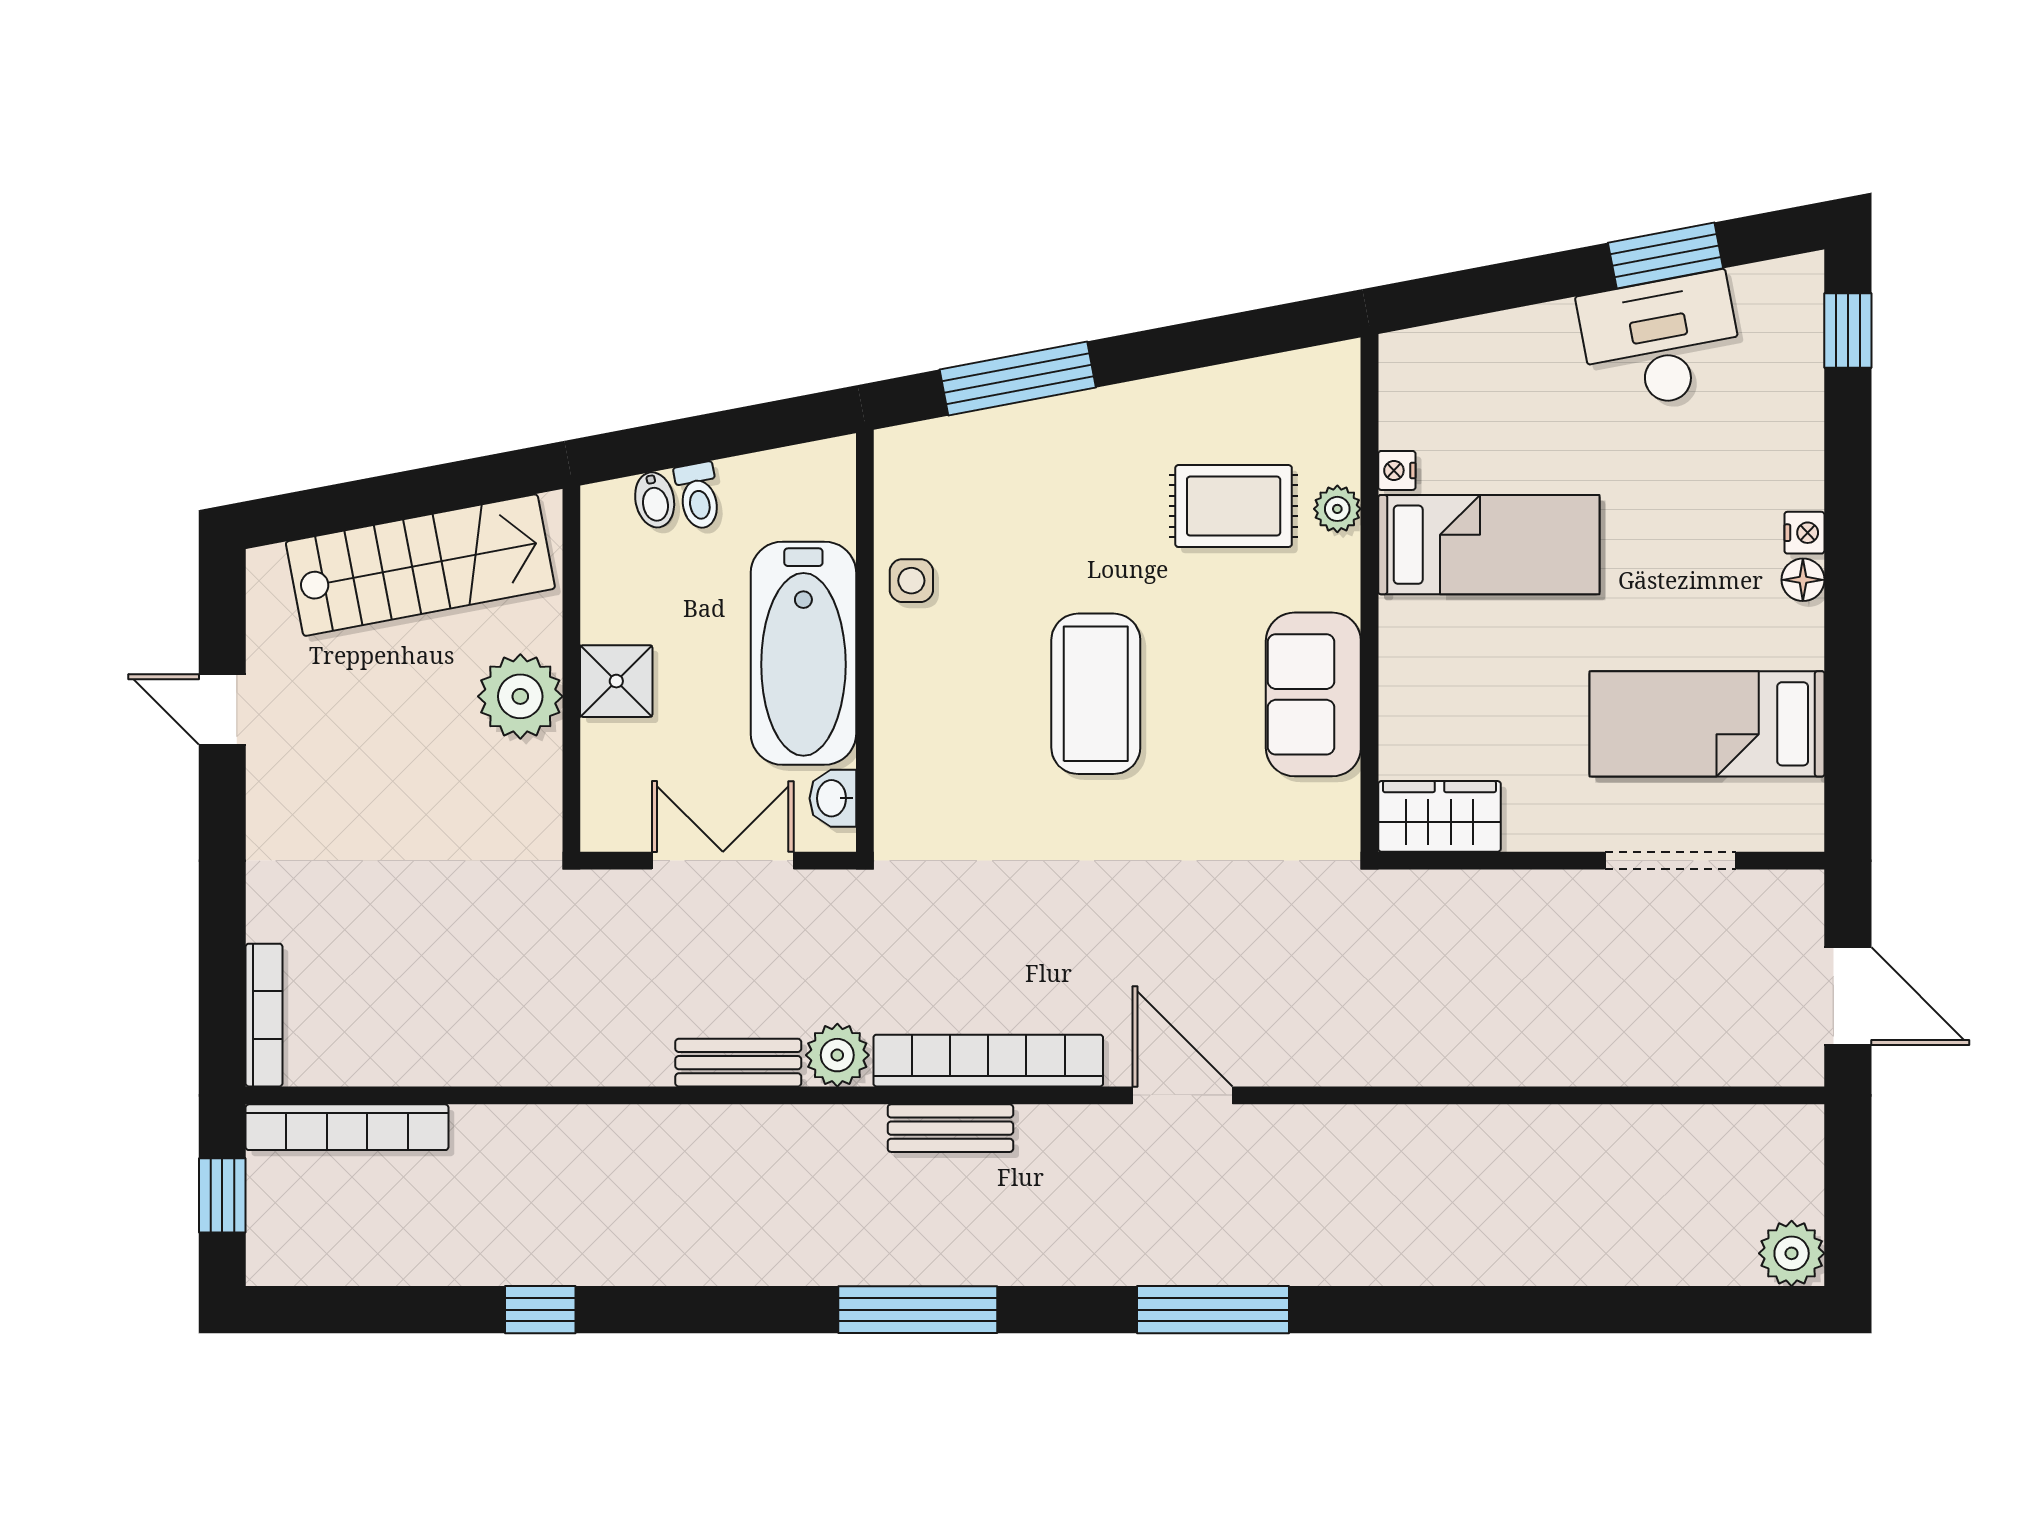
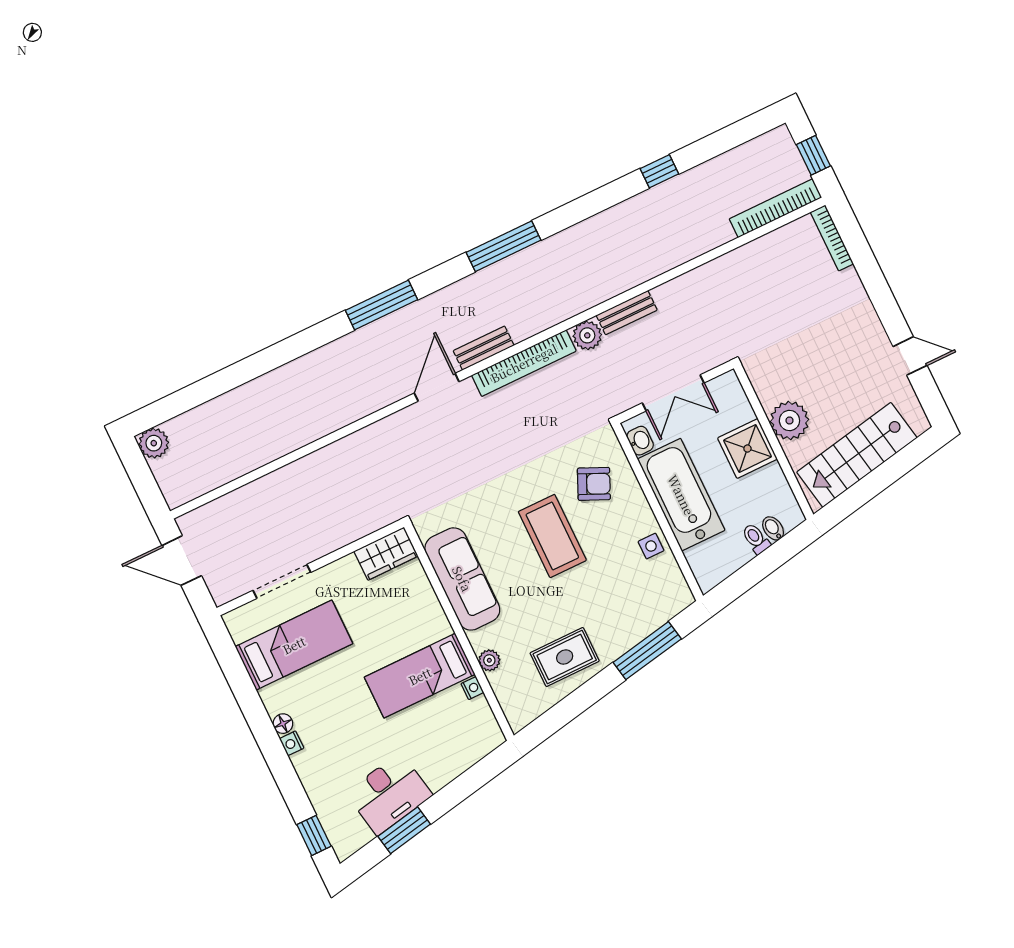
rug: (1234, 506) -> (565, 657), moved
shower: (616, 681) -> (747, 449), width x1.36, depth x1.36
sofa: (1313, 694) -> (462, 579), width x1.36
armchair: (965, 757) -> (594, 484), added
door: (1182, 1095) -> (437, 387), swing flipped
bench: (950, 1128) -> (484, 348), moved

